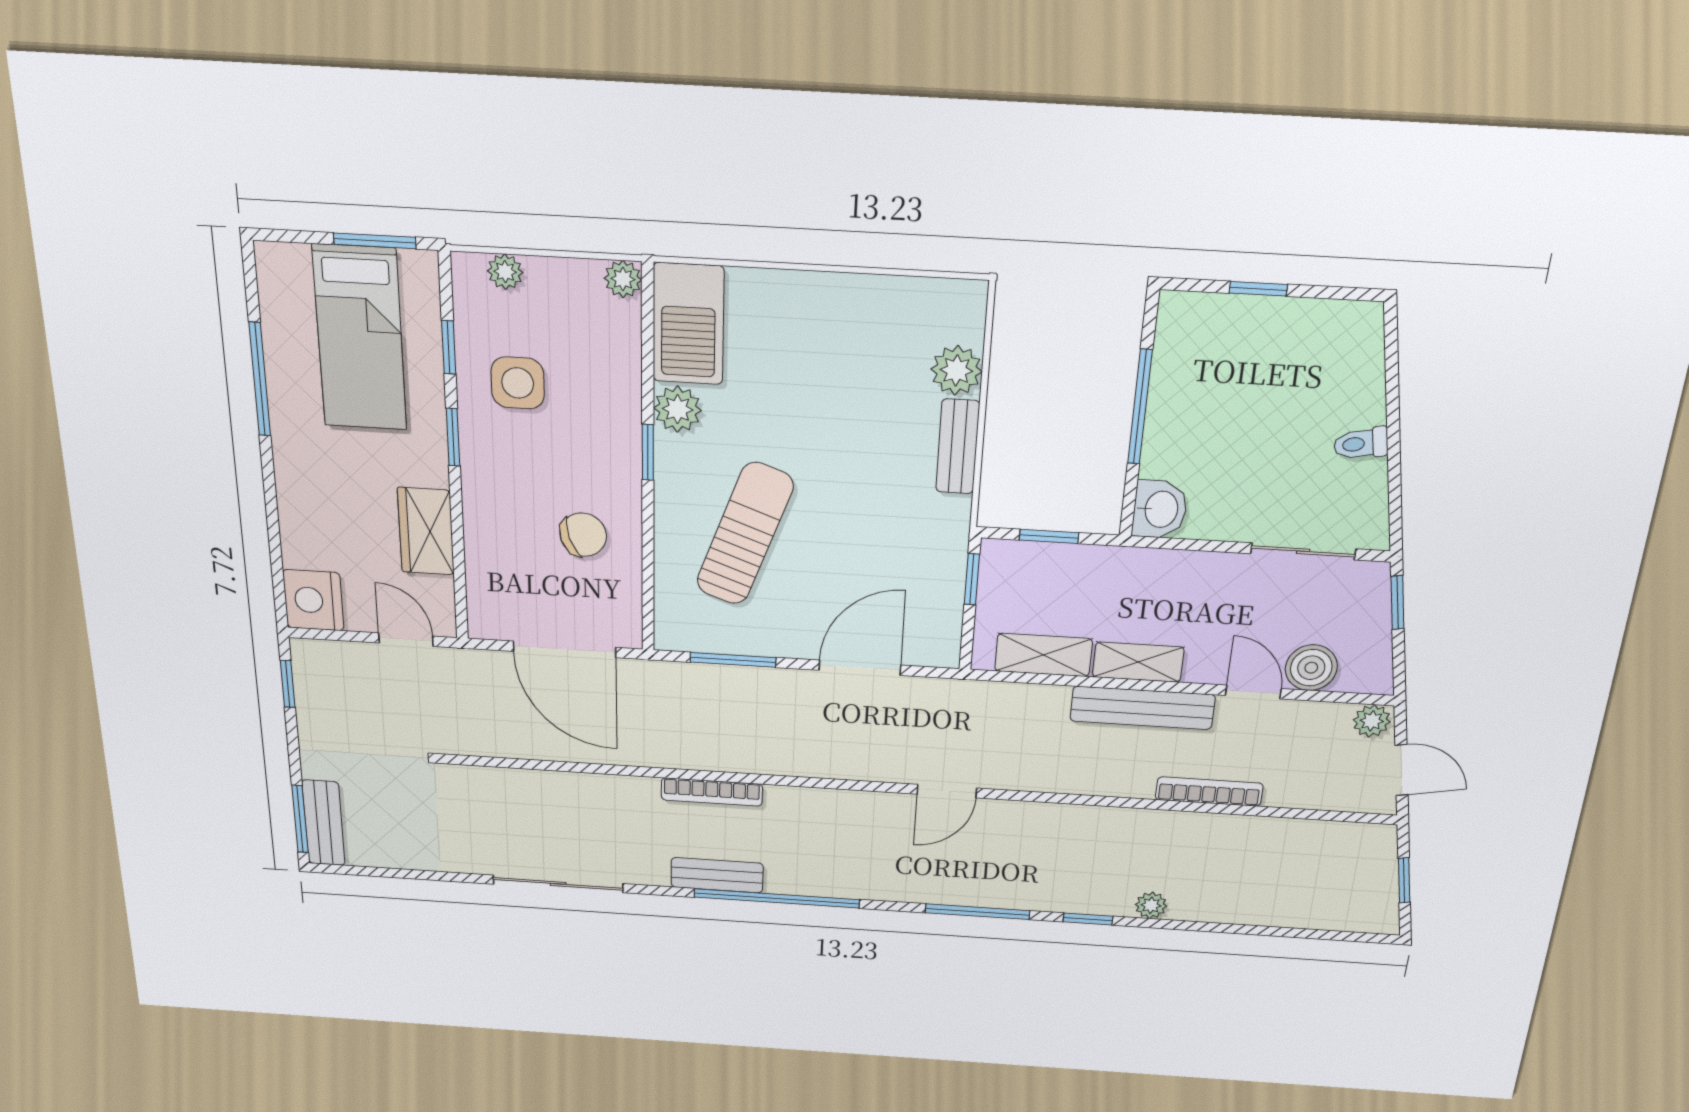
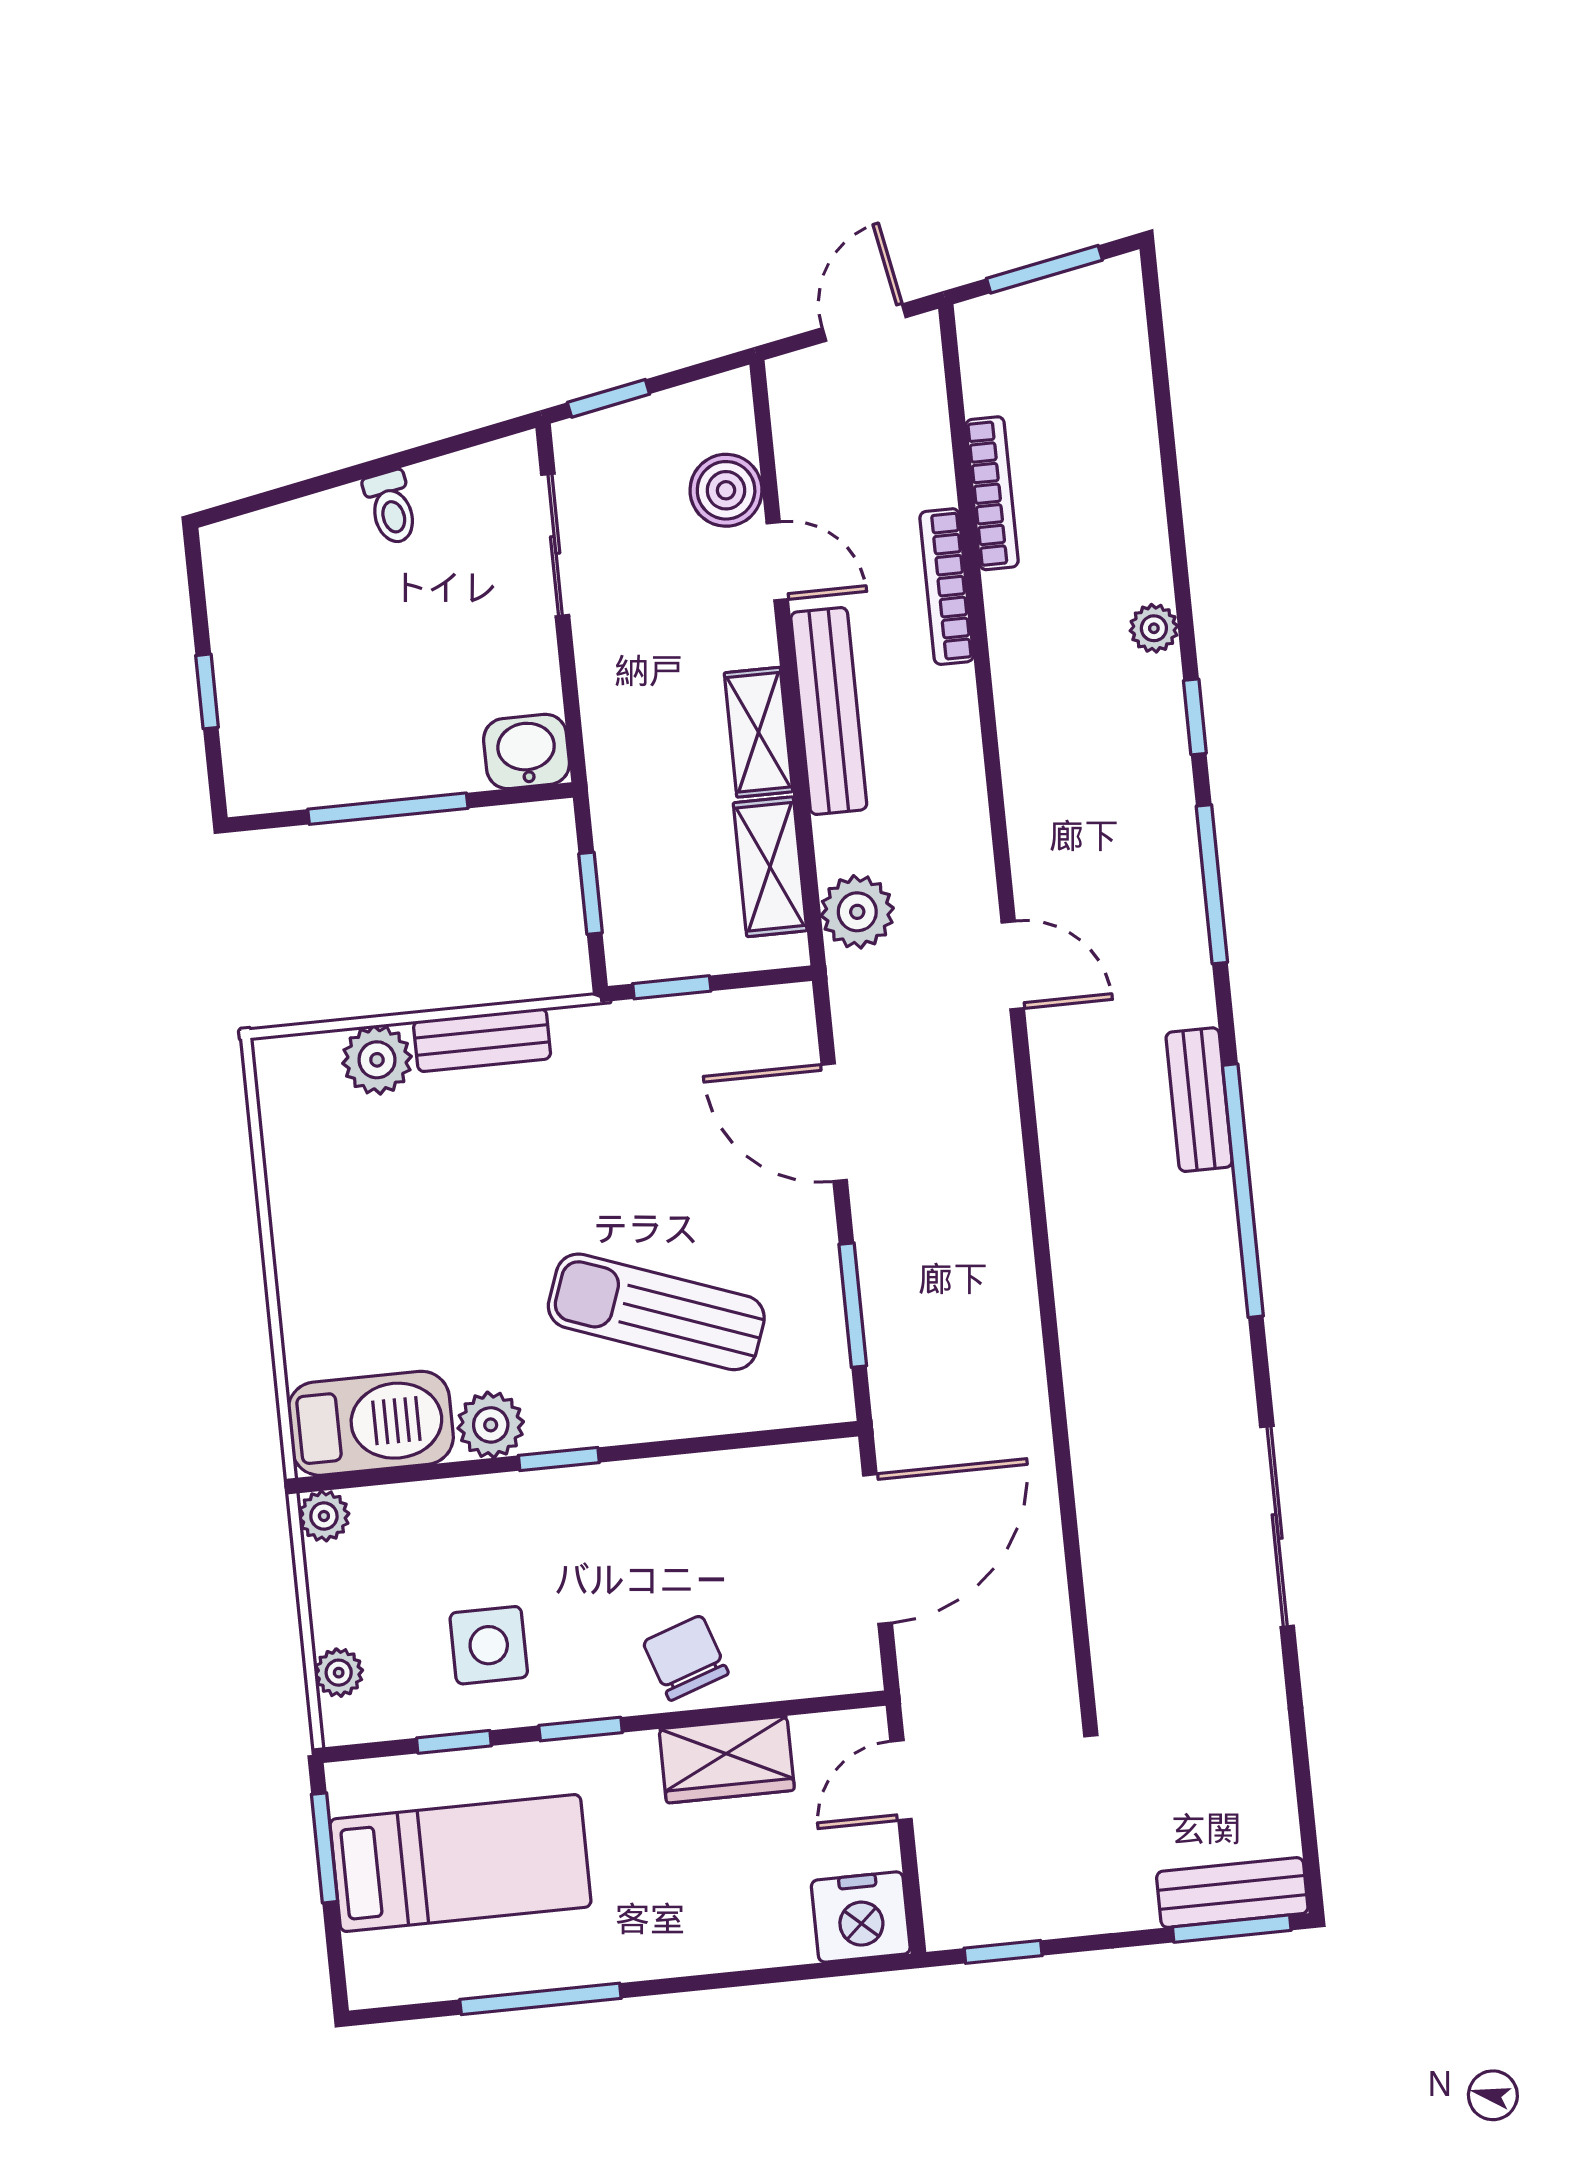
chair: (583, 535) -> (686, 1658), moved
door: (1253, 692) -> (777, 561), swing flipped
plant: (1372, 721) -> (857, 912), moved, width x1.38, depth x1.38
bookcase: (712, 792) -> (992, 493), moved
bench: (717, 875) -> (1199, 1100), moved
window: (1404, 880) -> (1044, 269), width x1.50

